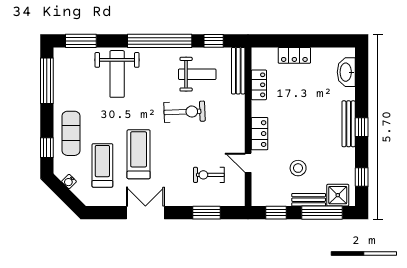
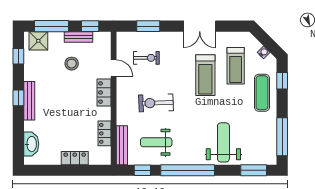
exercise bike: (184, 112) -> (156, 103), moved
bench: (309, 200) -> (79, 37), moved

